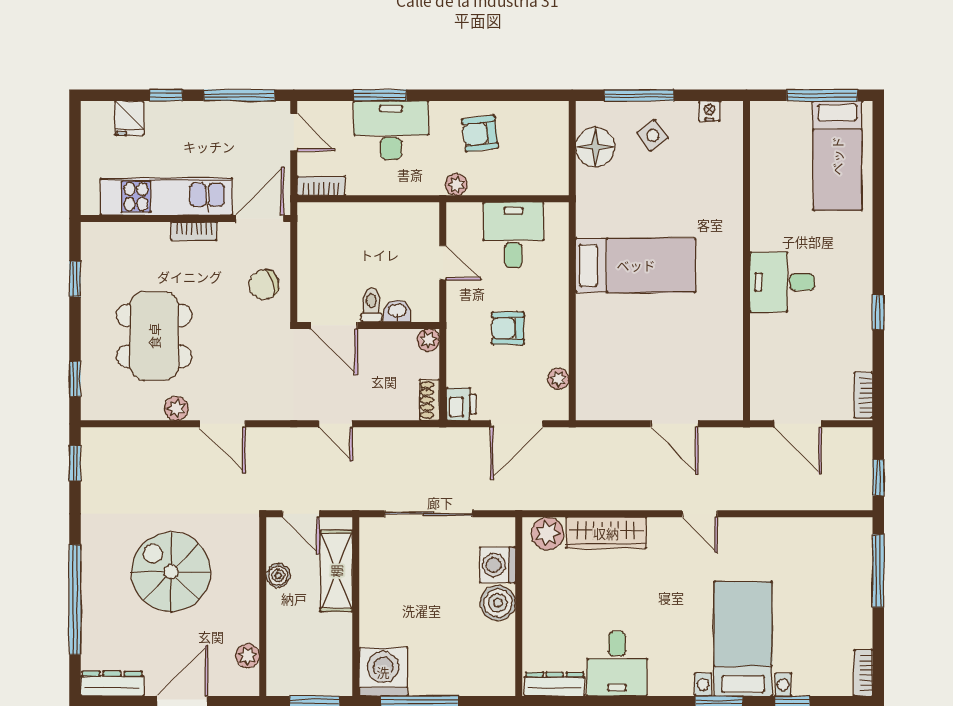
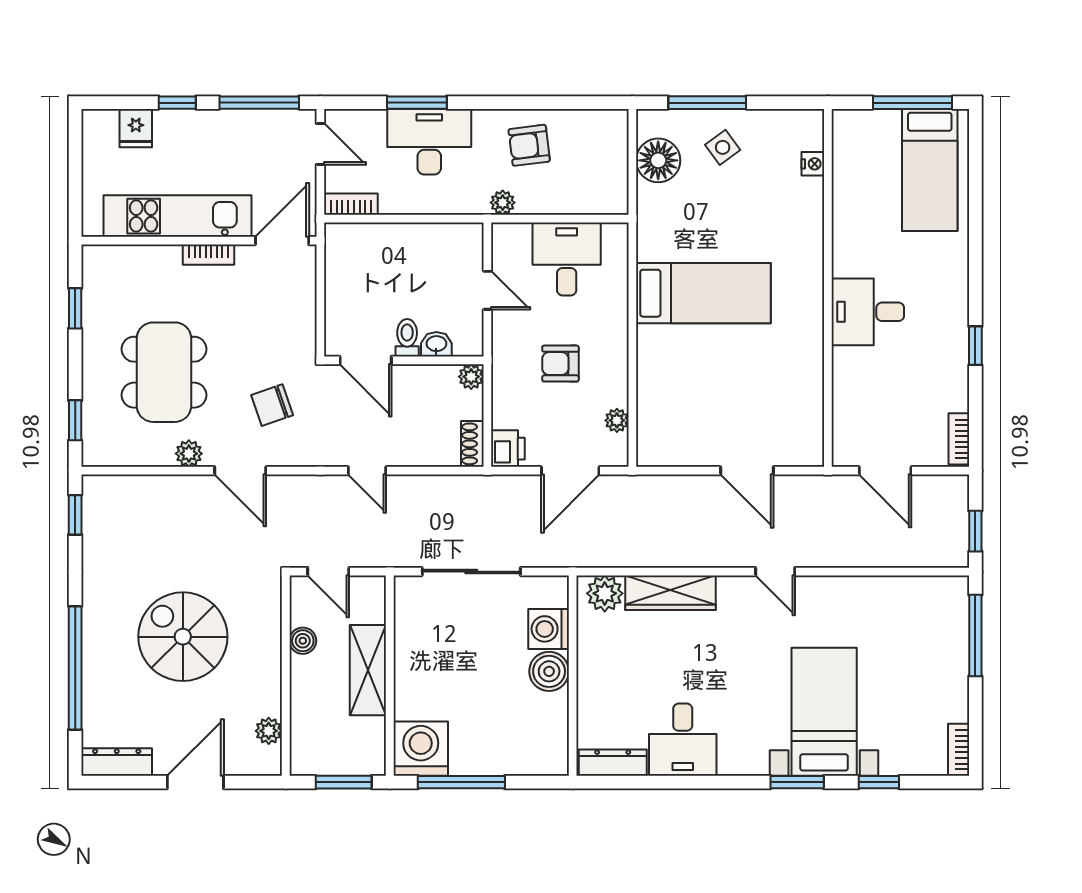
nightstand: (710, 111) -> (813, 164), moved, turned 90
chair: (264, 285) -> (272, 405), moved
shelving: (336, 571) -> (368, 670), moved

